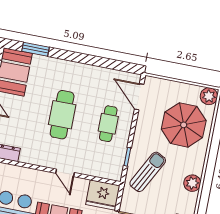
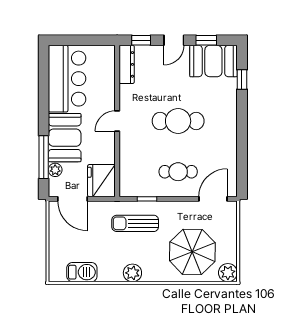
window: (36, 49) -> (242, 79), width x0.67
sun lounger: (148, 172) -> (135, 223), turned 152
door: (65, 173) -> (117, 121), moved

